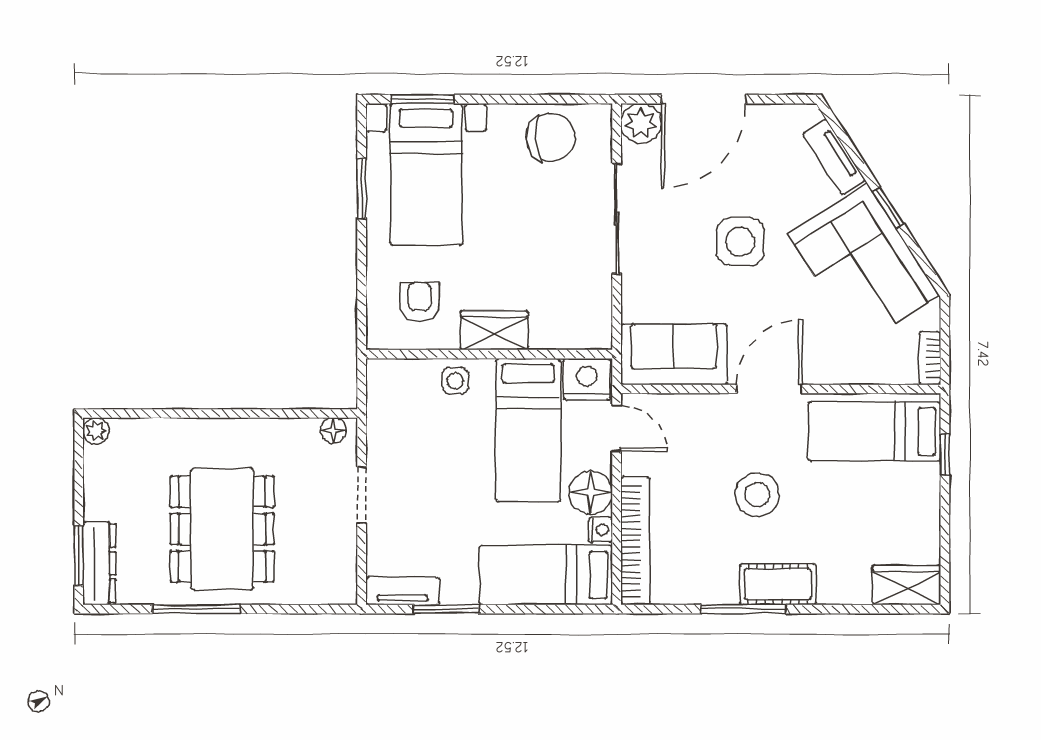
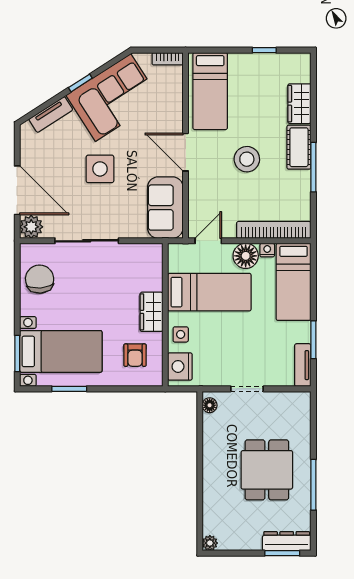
armchair: (420, 302) -> (135, 355), turned -90
nightstand: (587, 379) -> (180, 366), moved
window: (945, 454) -> (264, 50), moved
dining table: (222, 529) -> (267, 470), width x0.73
wardrobe: (906, 585) -> (299, 104), moved

